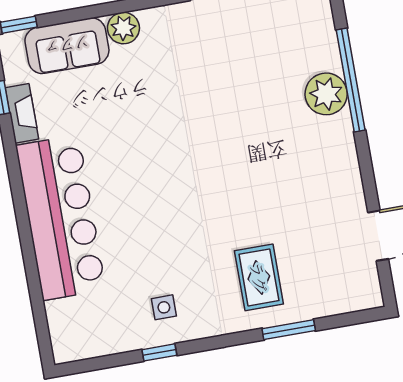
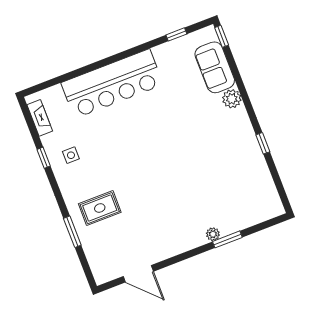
window: (351, 80) -> (227, 239), width x0.47
plant: (326, 94) -> (213, 234), width x0.53, depth x0.53
fireplace: (22, 113) -> (40, 118), moved, turned -90

